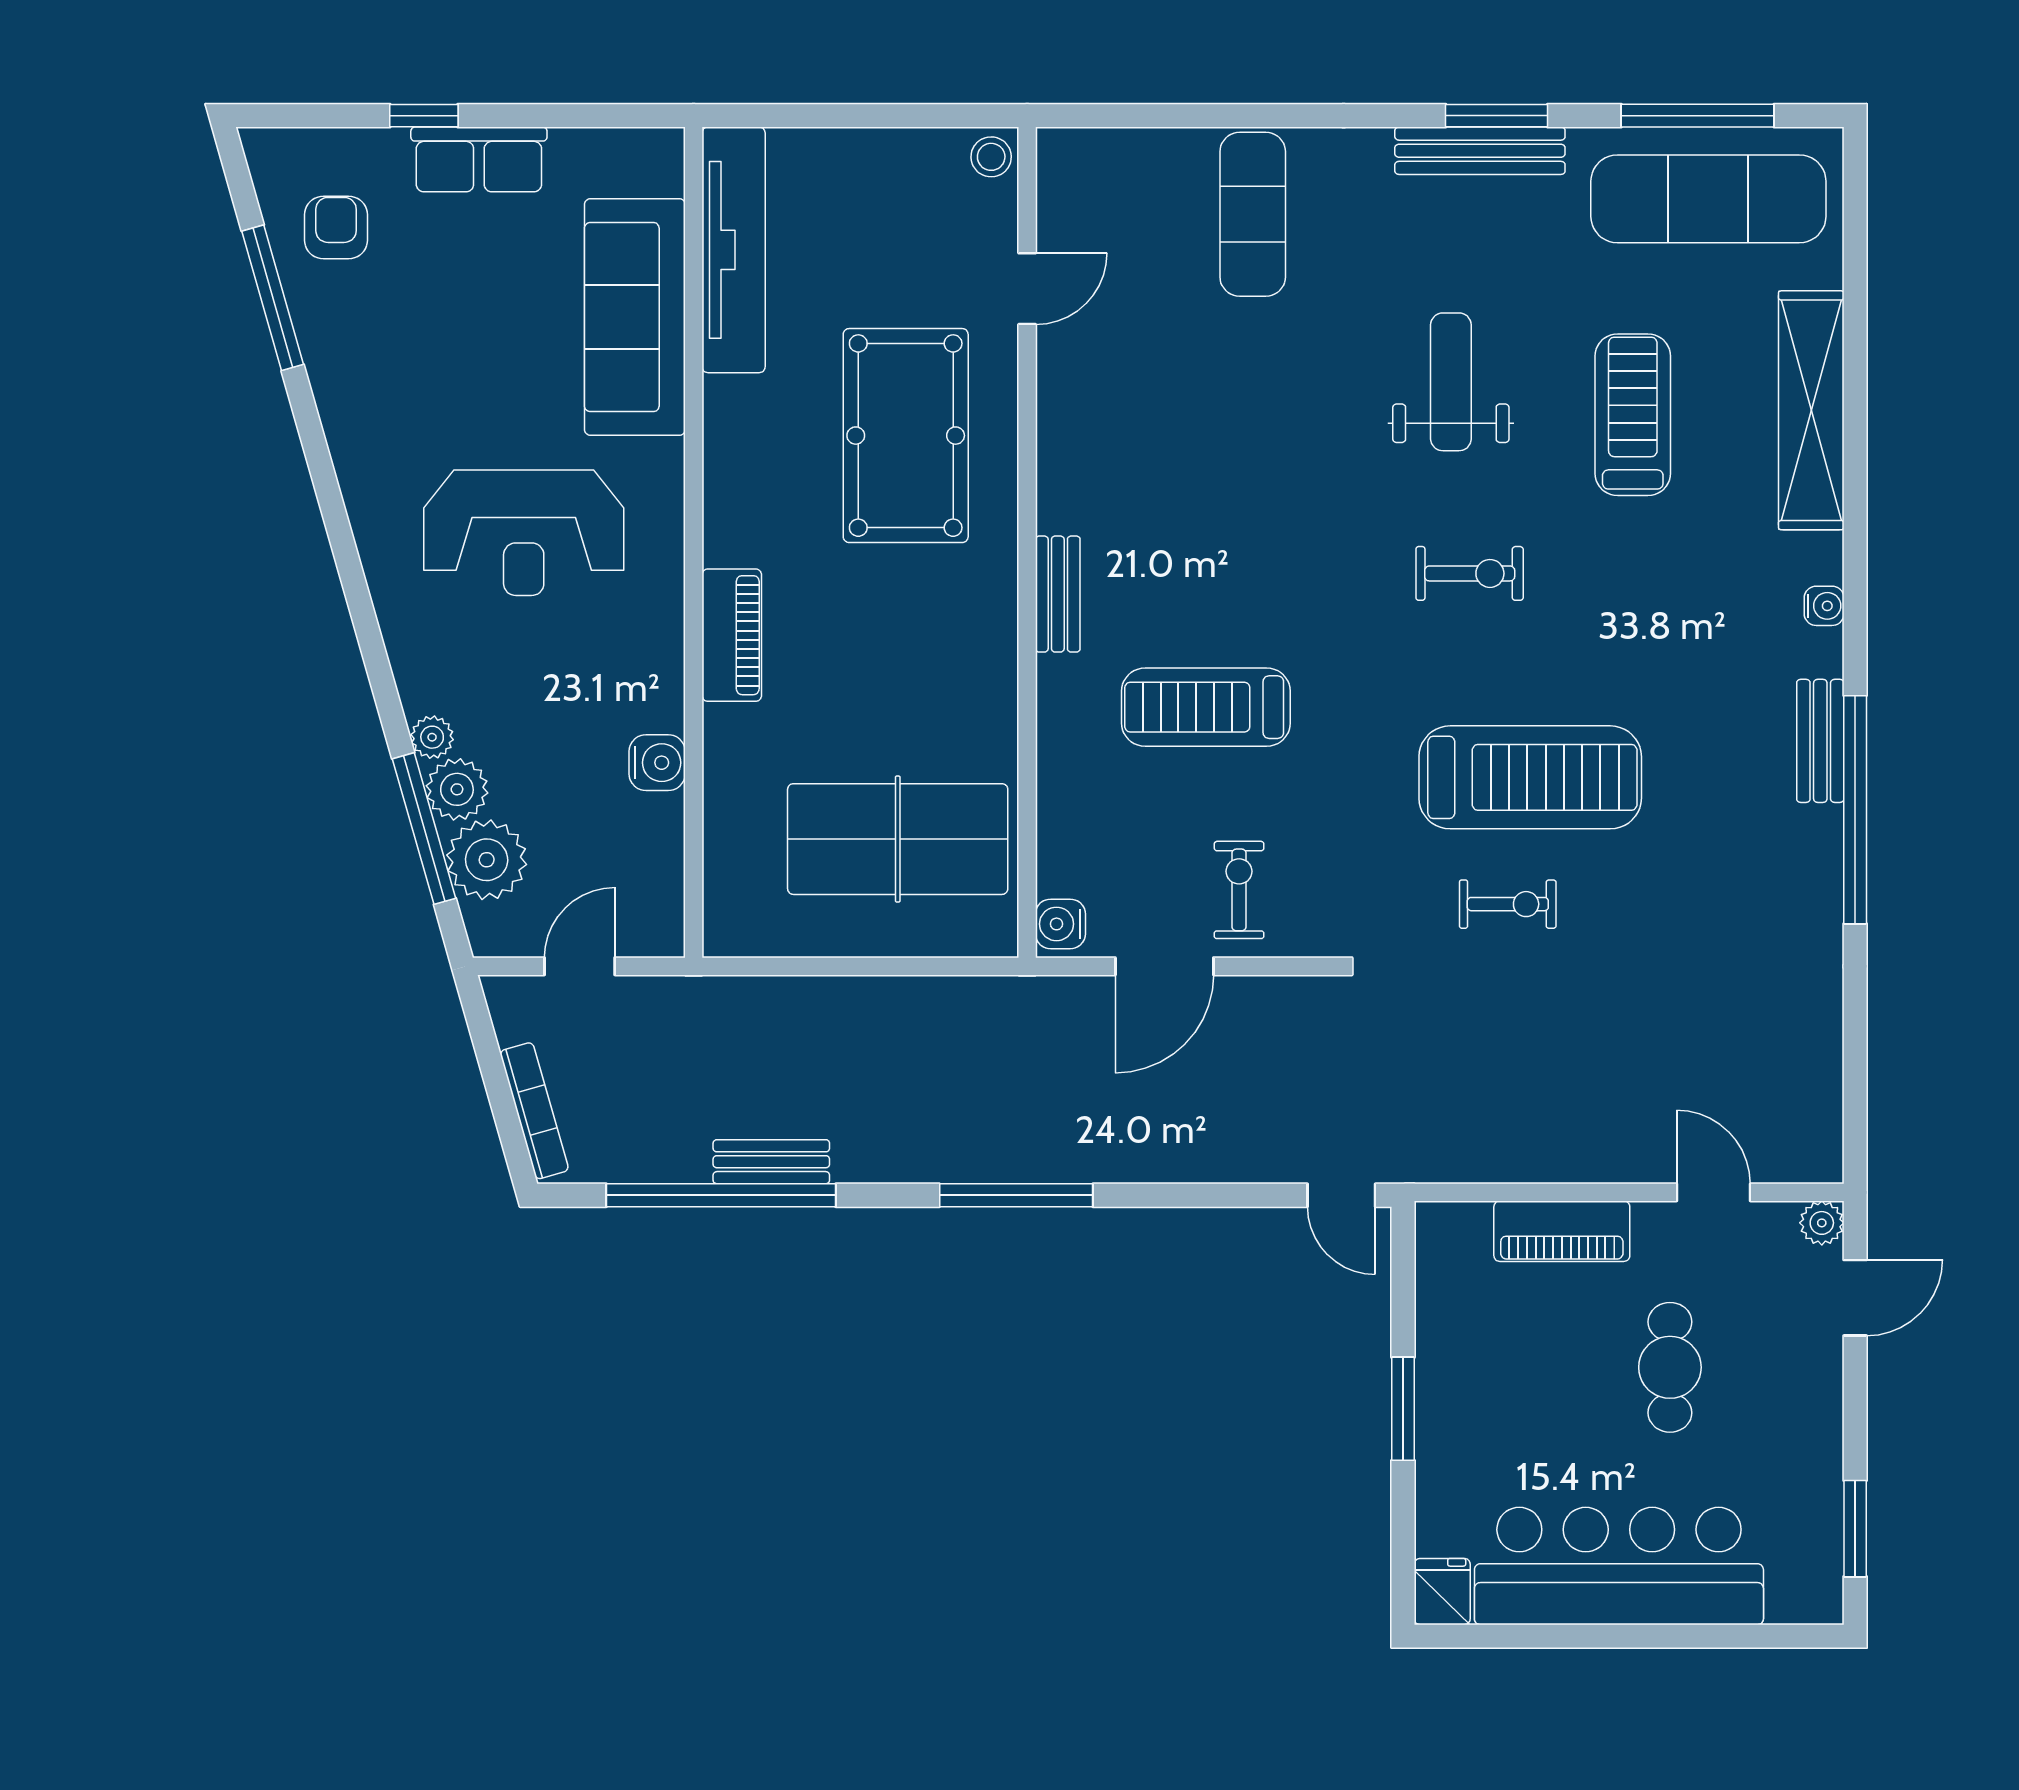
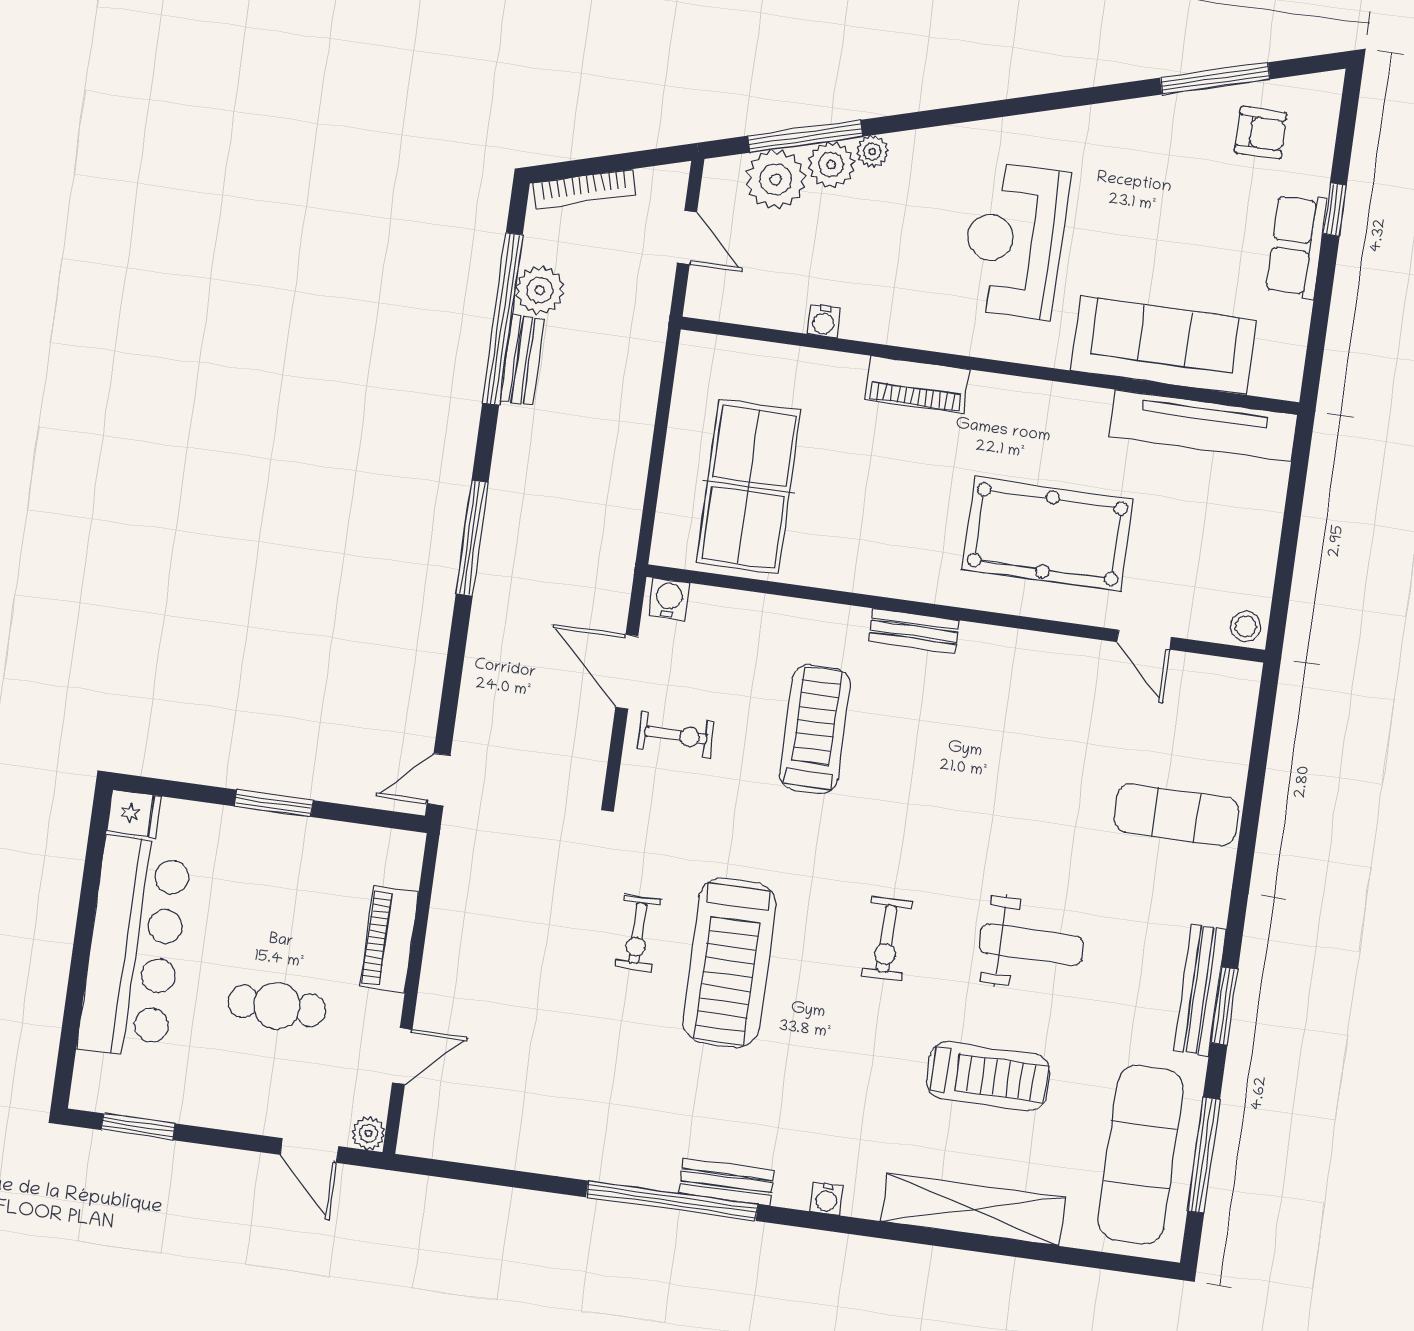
water cooler: (657, 763) -> (824, 321), width x0.72, depth x0.72
plant: (676, 1151) -> (540, 290), added

